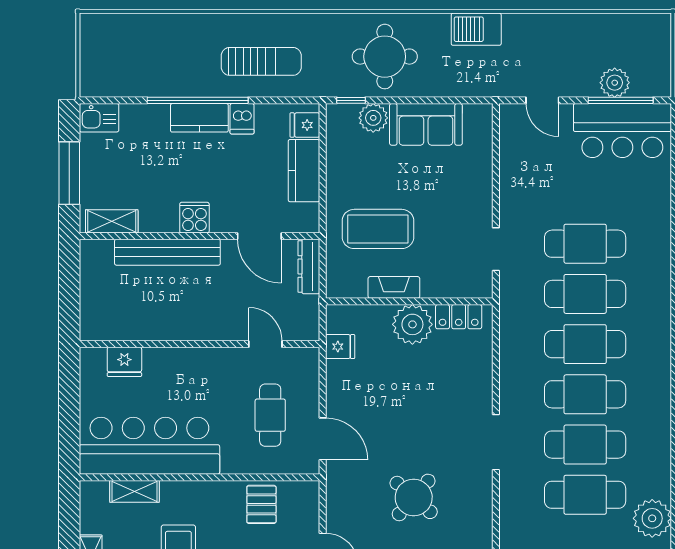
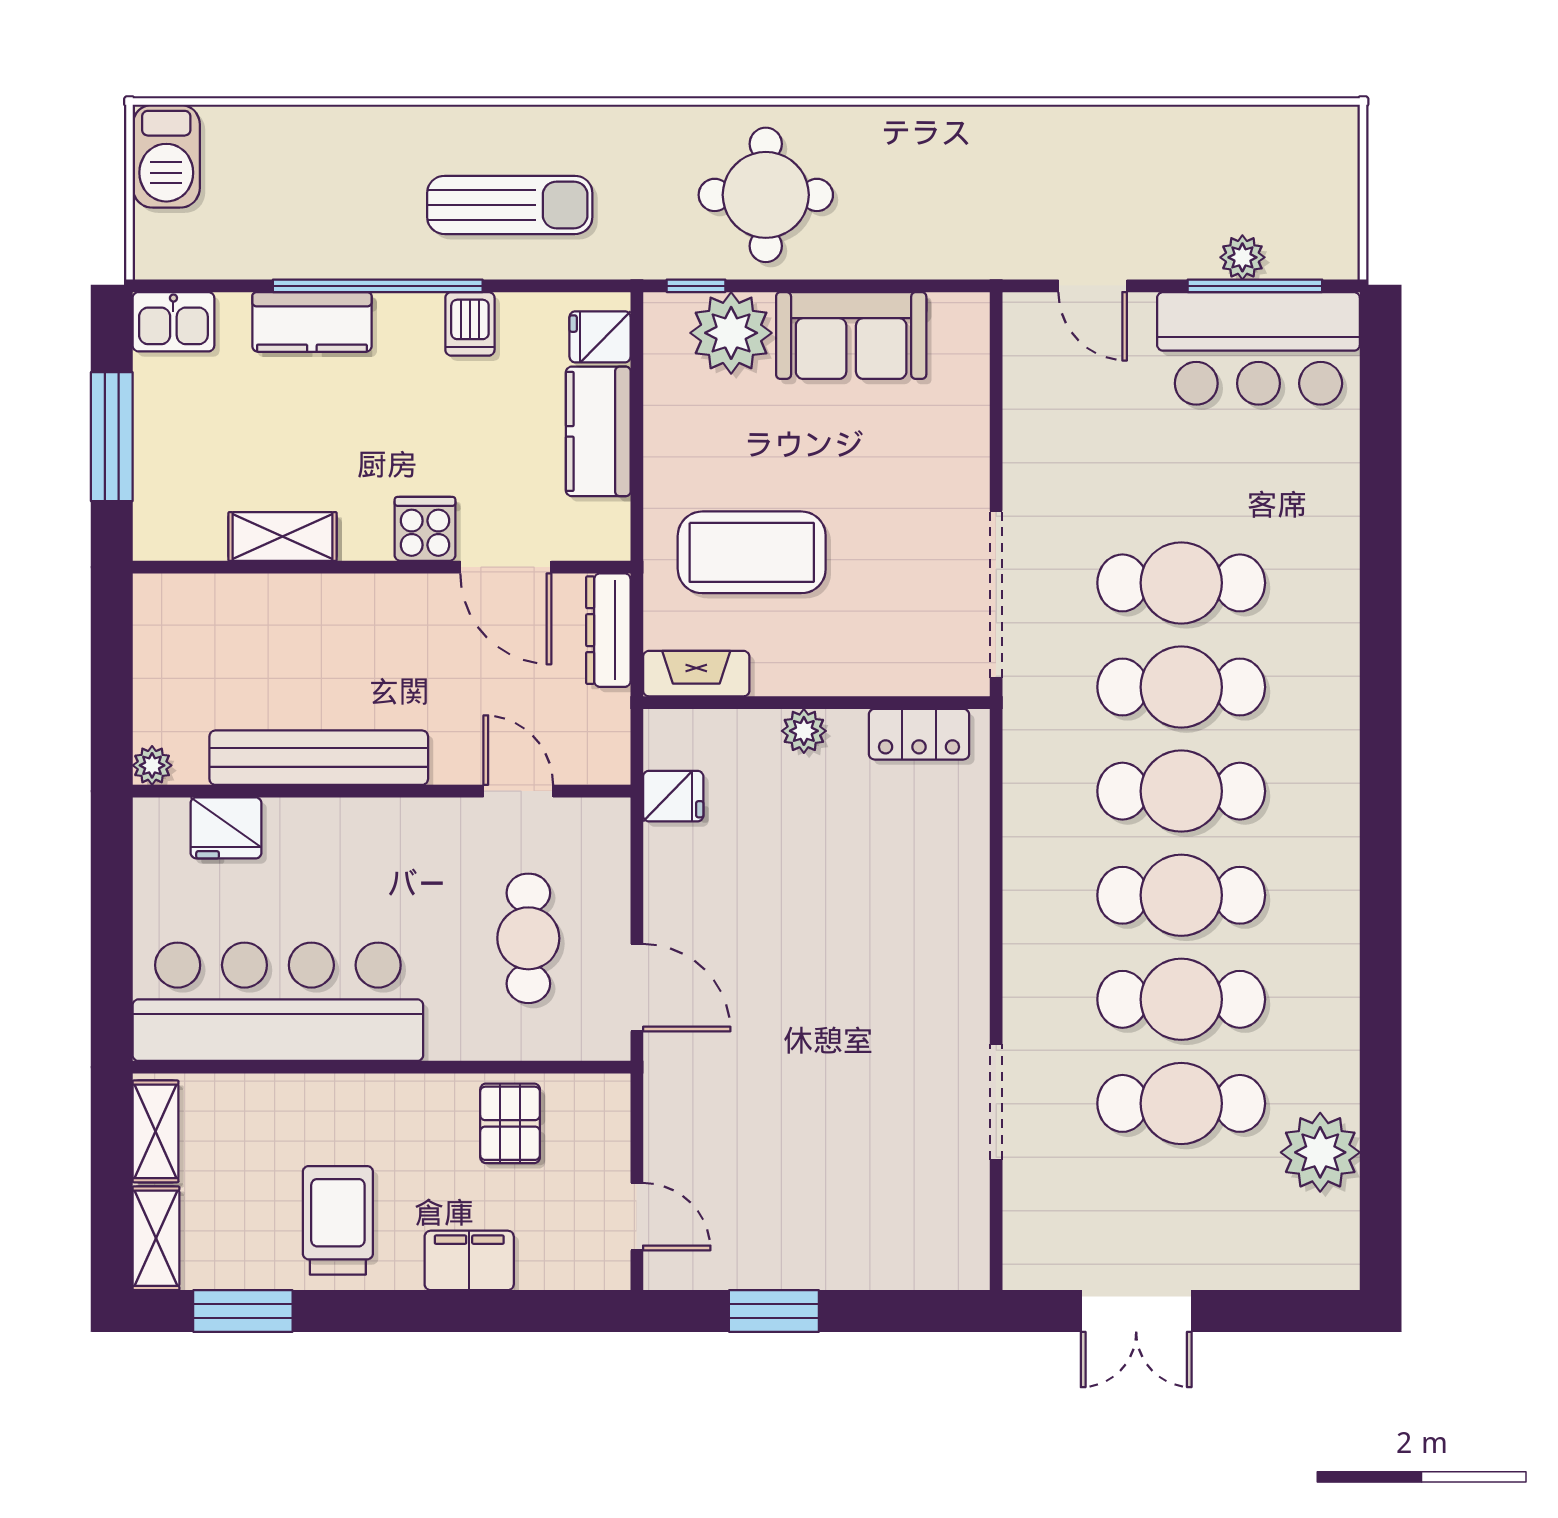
barbecue: (476, 29) -> (166, 156), moved, turned -90
plant: (615, 83) -> (1242, 257), width x0.73, depth x0.73
kitchen counter: (199, 118) -> (312, 322), moved
plant: (373, 118) -> (731, 333), width x1.36, depth x1.36
cooker: (194, 218) -> (425, 529), moved
shelving: (112, 221) -> (283, 537), moved
doorway: (496, 249) -> (996, 594), width x1.87
bench: (167, 252) -> (319, 758), moved
fireplace: (394, 287) -> (696, 674), moved
plant: (412, 324) -> (804, 731), width x0.53, depth x0.53
plant: (89, 332) -> (152, 765), added
doorway: (496, 442) -> (996, 1102), moved
shelving: (134, 491) -> (155, 1131), moved, turned 90
round table: (414, 497) -> (826, 1109), removed

